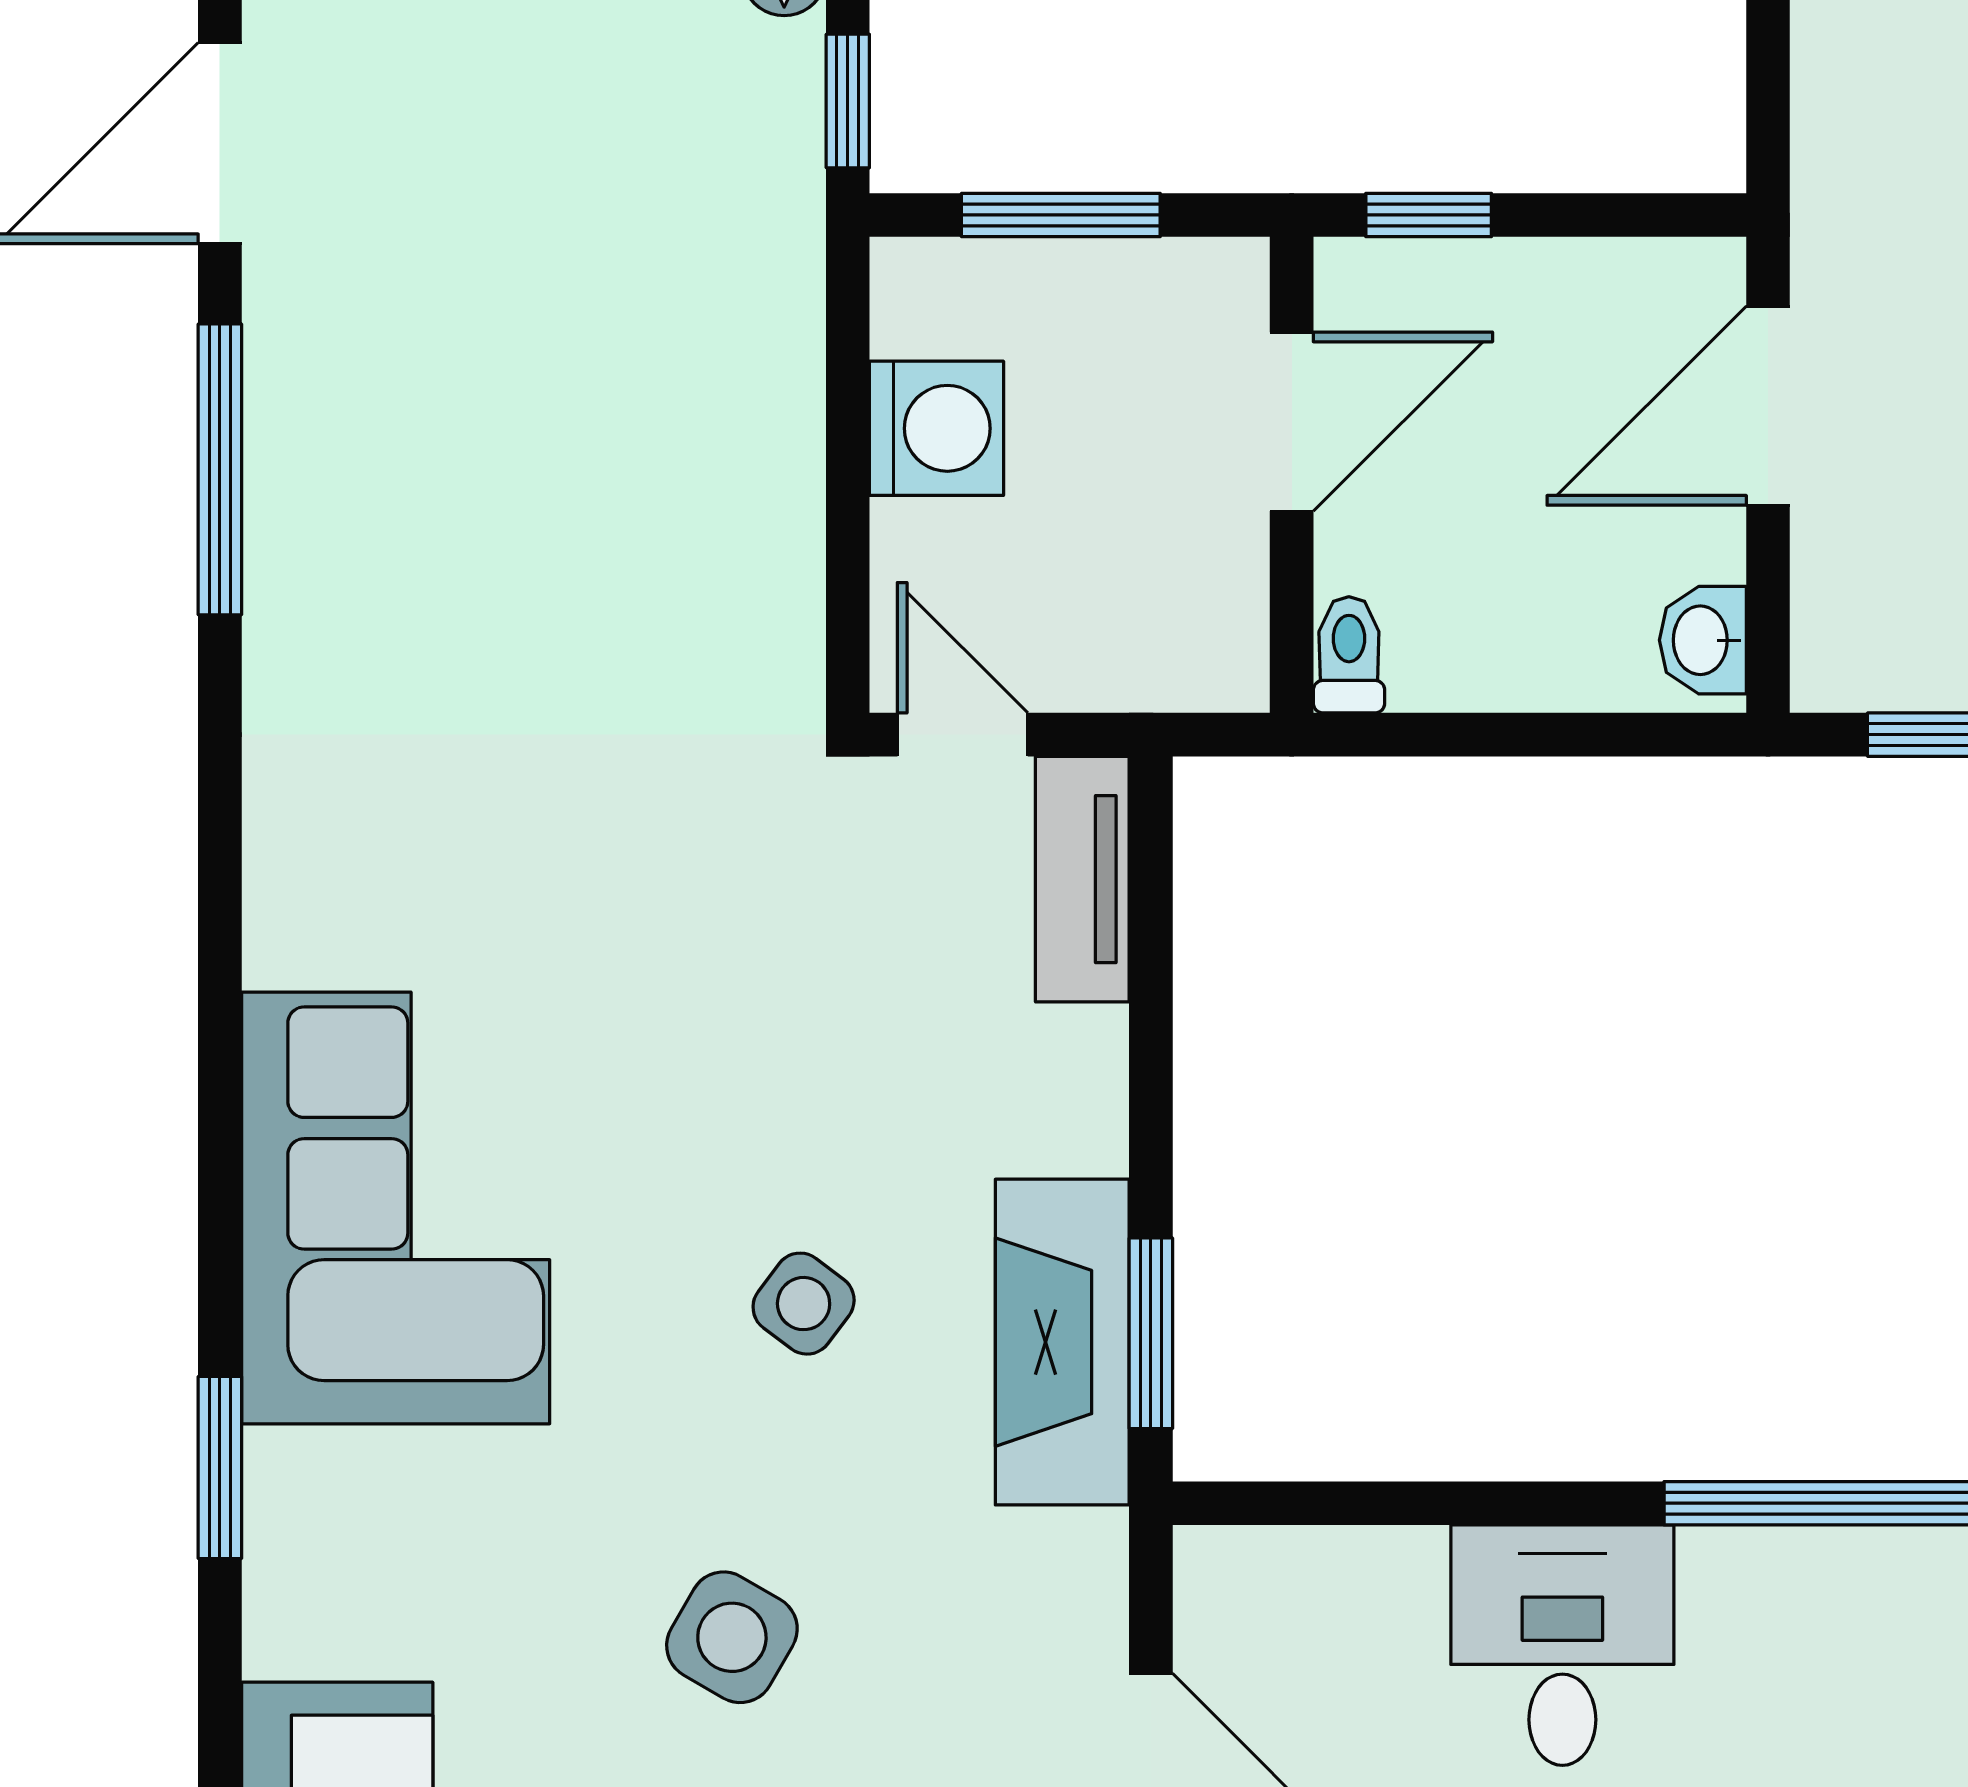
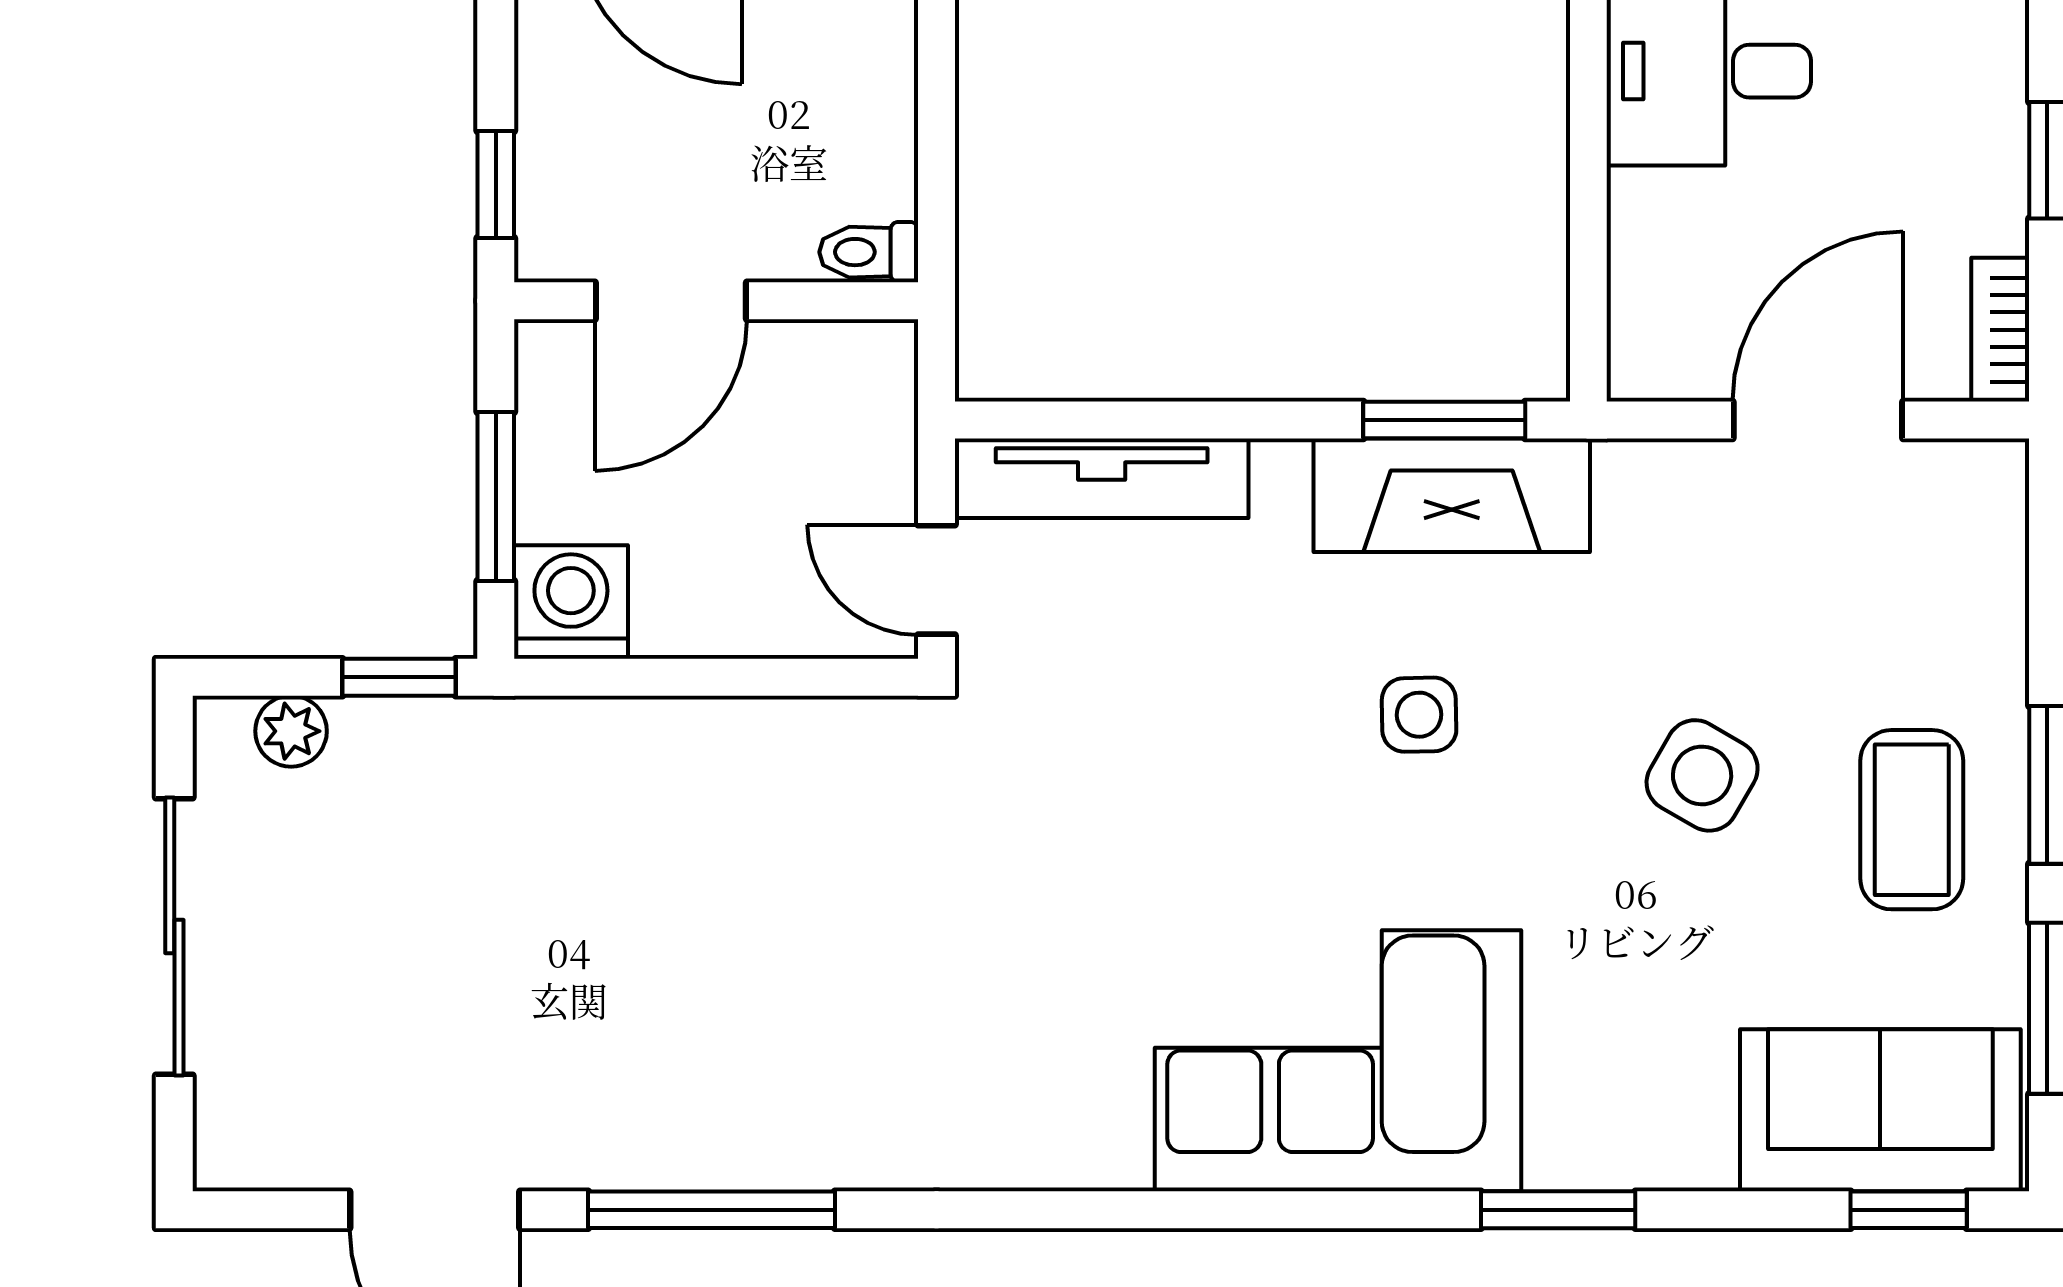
door: (1292, 422) -> (671, 301), swing flipped
washing machine: (937, 428) -> (571, 602), moved
door: (963, 735) -> (936, 580), hinge flipped
tv unit: (1082, 879) -> (1102, 478), width x1.41
side table: (804, 1304) -> (1419, 715), turned -38

